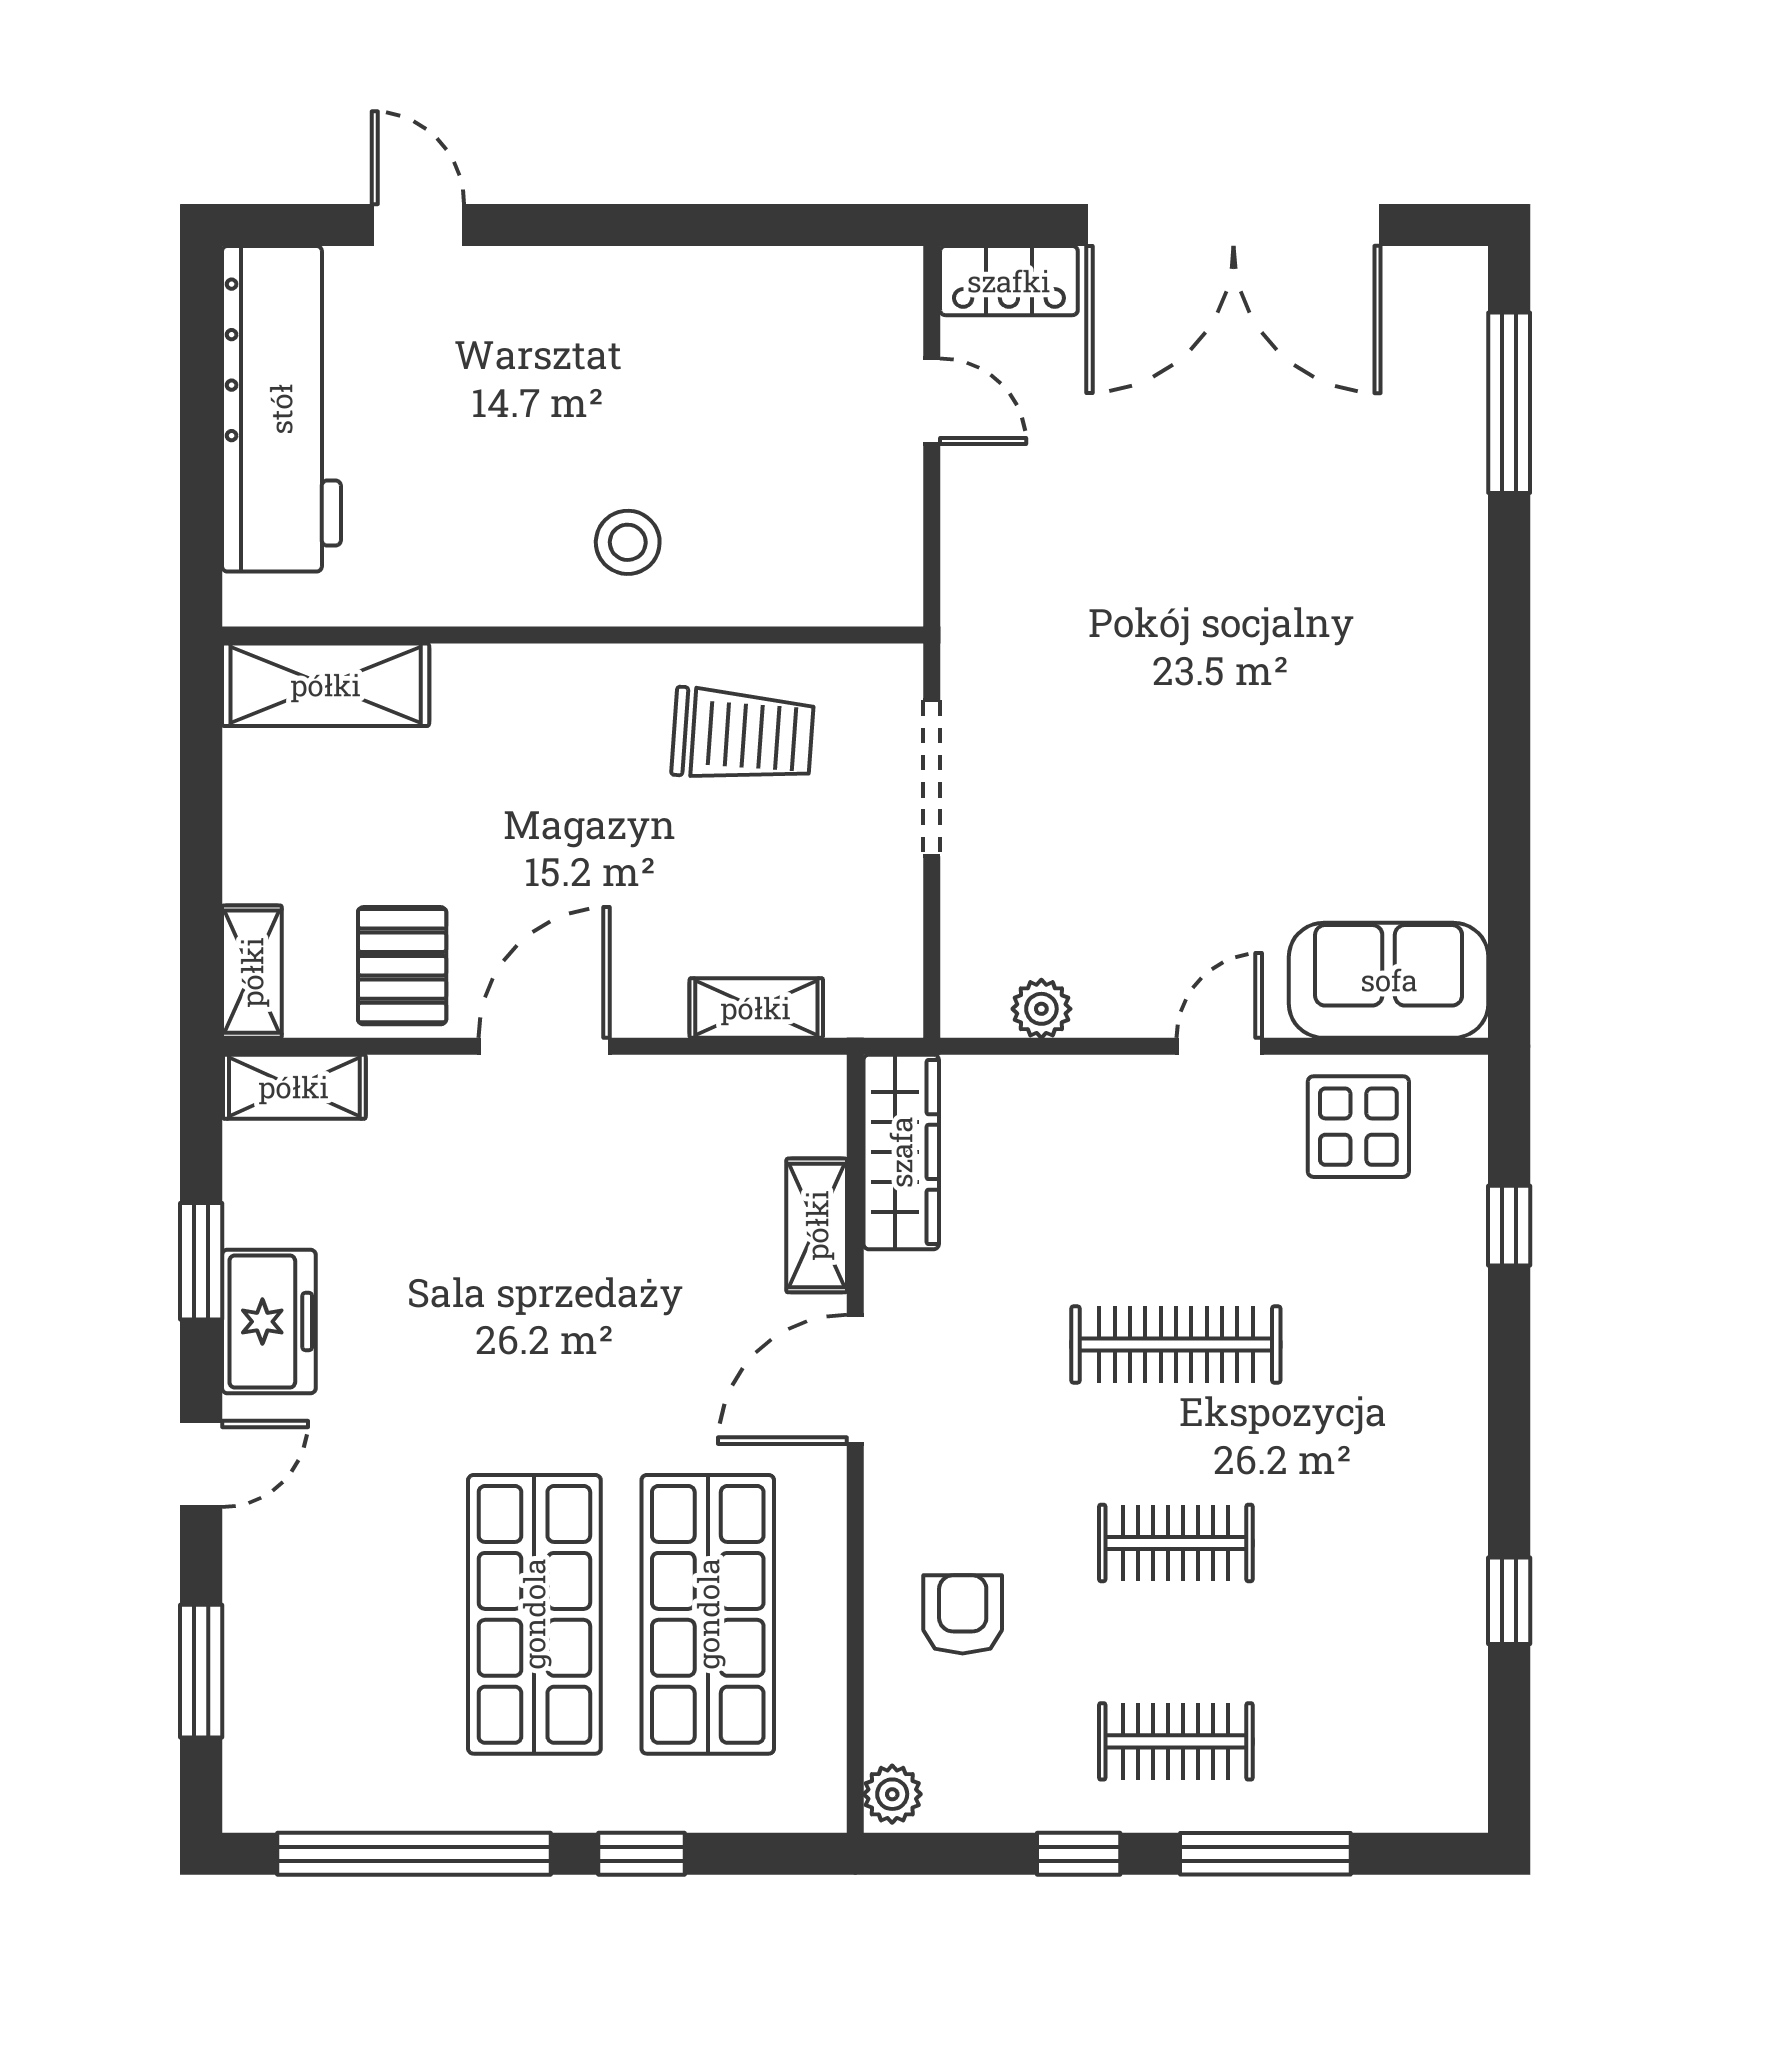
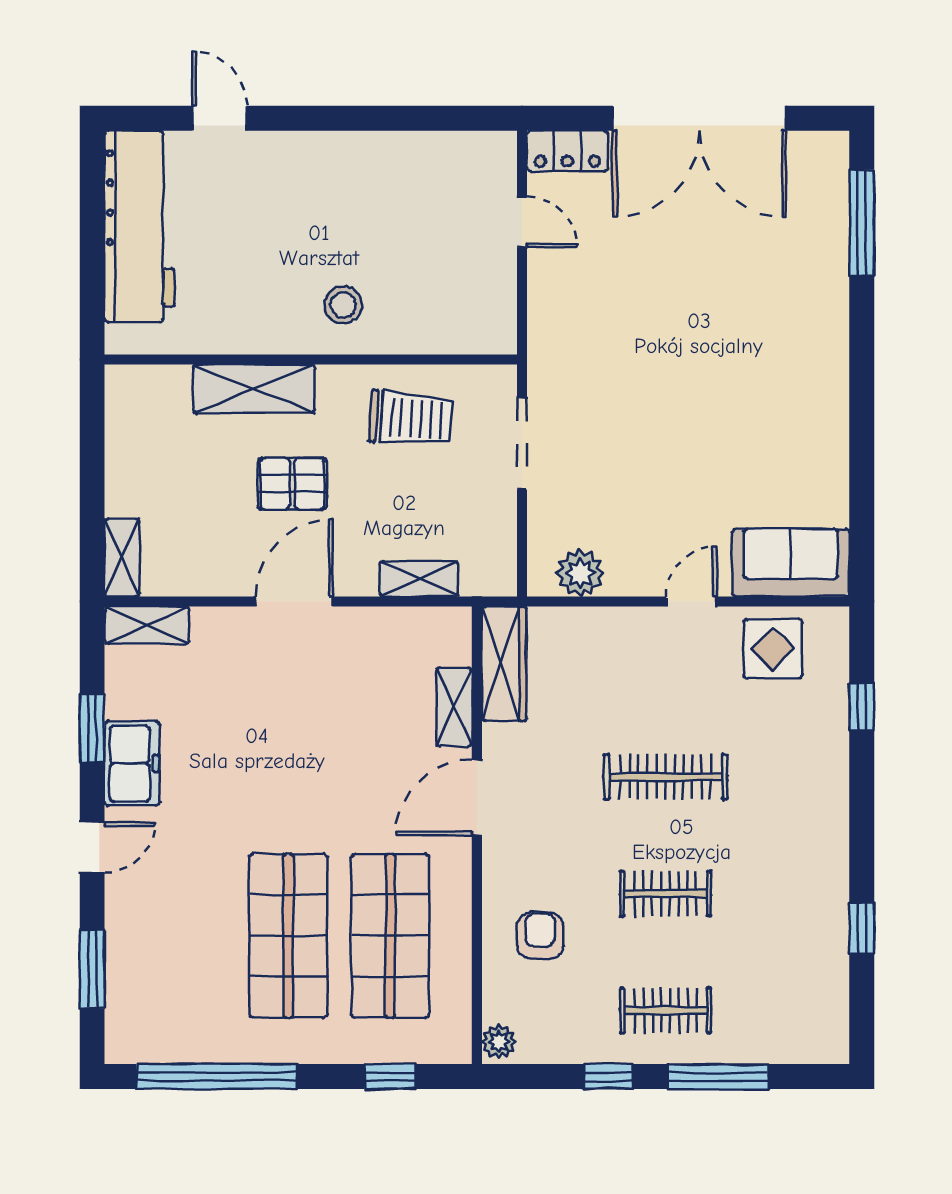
shelving: (326, 685) -> (254, 389), moved
pallet: (402, 966) -> (292, 484), moved, turned 90
plant: (1041, 1009) -> (580, 573), width x1.38, depth x1.38
window: (642, 1854) -> (390, 1077), moved

